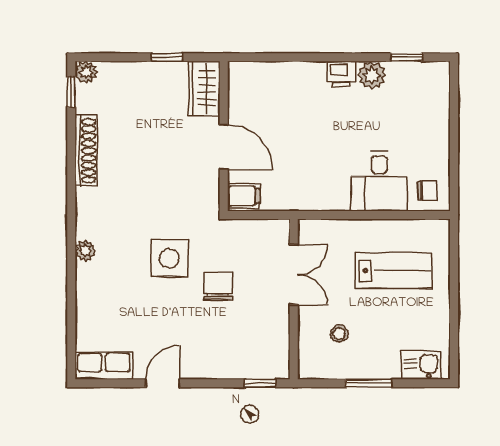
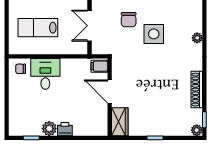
wardrobe: (204, 89) -> (120, 122), moved
wall: (224, 136) -> (110, 97), moved
door: (224, 147) -> (110, 91), moved
filing cabinet: (244, 196) -> (99, 66), moved

